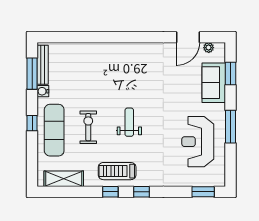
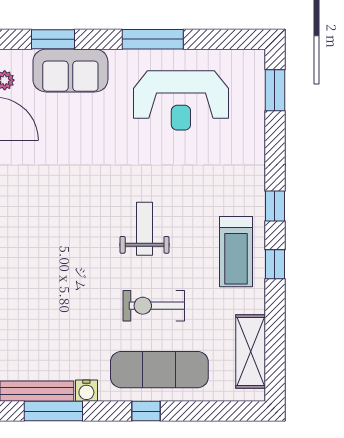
weight bench: (129, 122) -> (145, 229), turned 90

